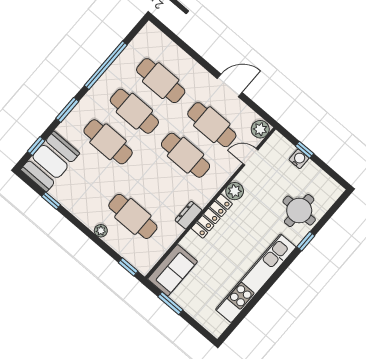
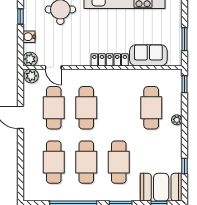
window: (305, 150) -> (20, 16), moved
plant: (235, 191) -> (30, 59), moved
dresser: (188, 215) -> (121, 75), removed
sofa: (173, 270) -> (148, 55), moved

